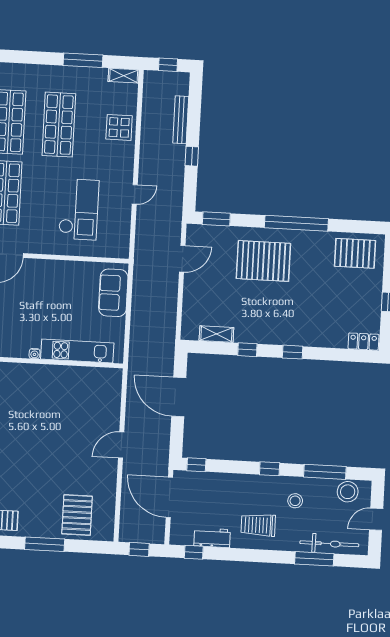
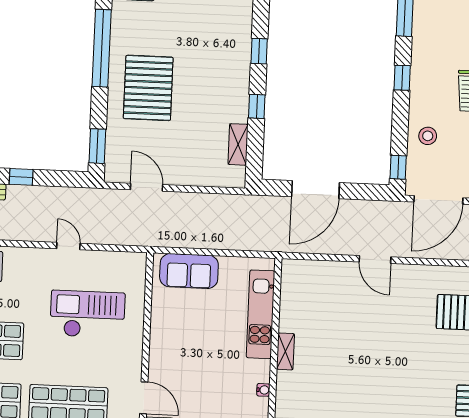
water cooler: (35, 354) -> (263, 390), moved
shelving: (47, 371) -> (285, 351), added
stool: (295, 501) -> (428, 136), moved

